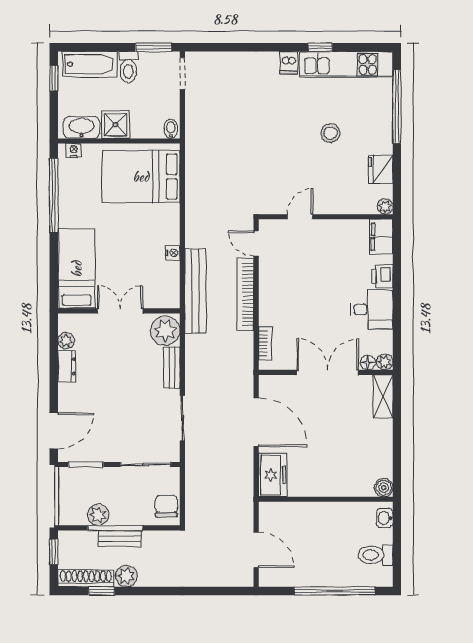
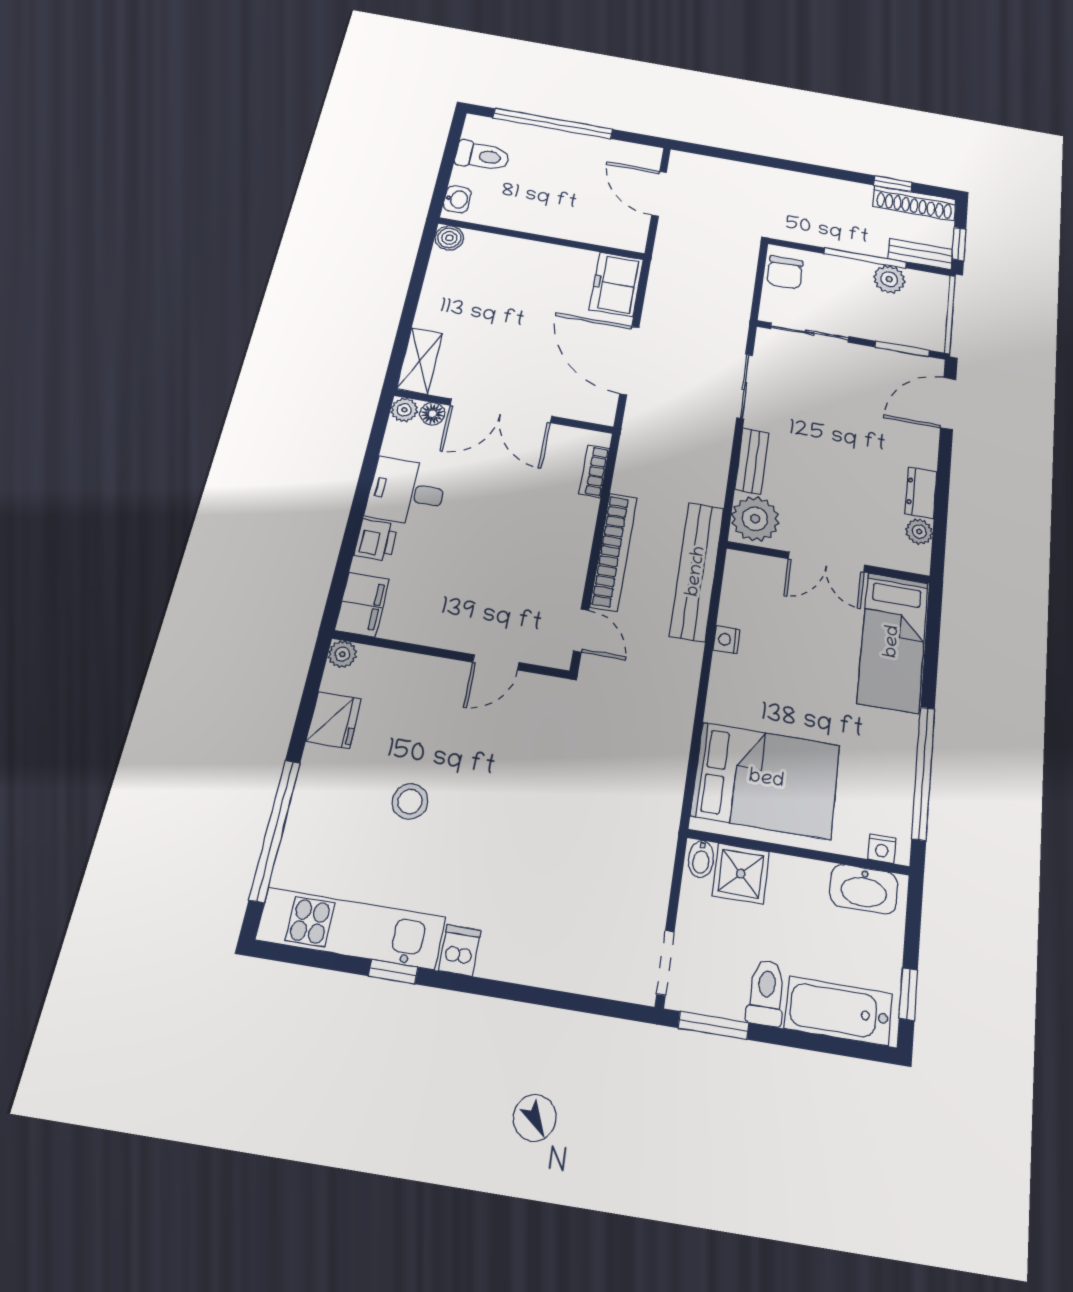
shower: (115, 125) -> (741, 874), moved
bench: (120, 538) -> (920, 254), moved
plant: (126, 576) -> (855, 195), removed

